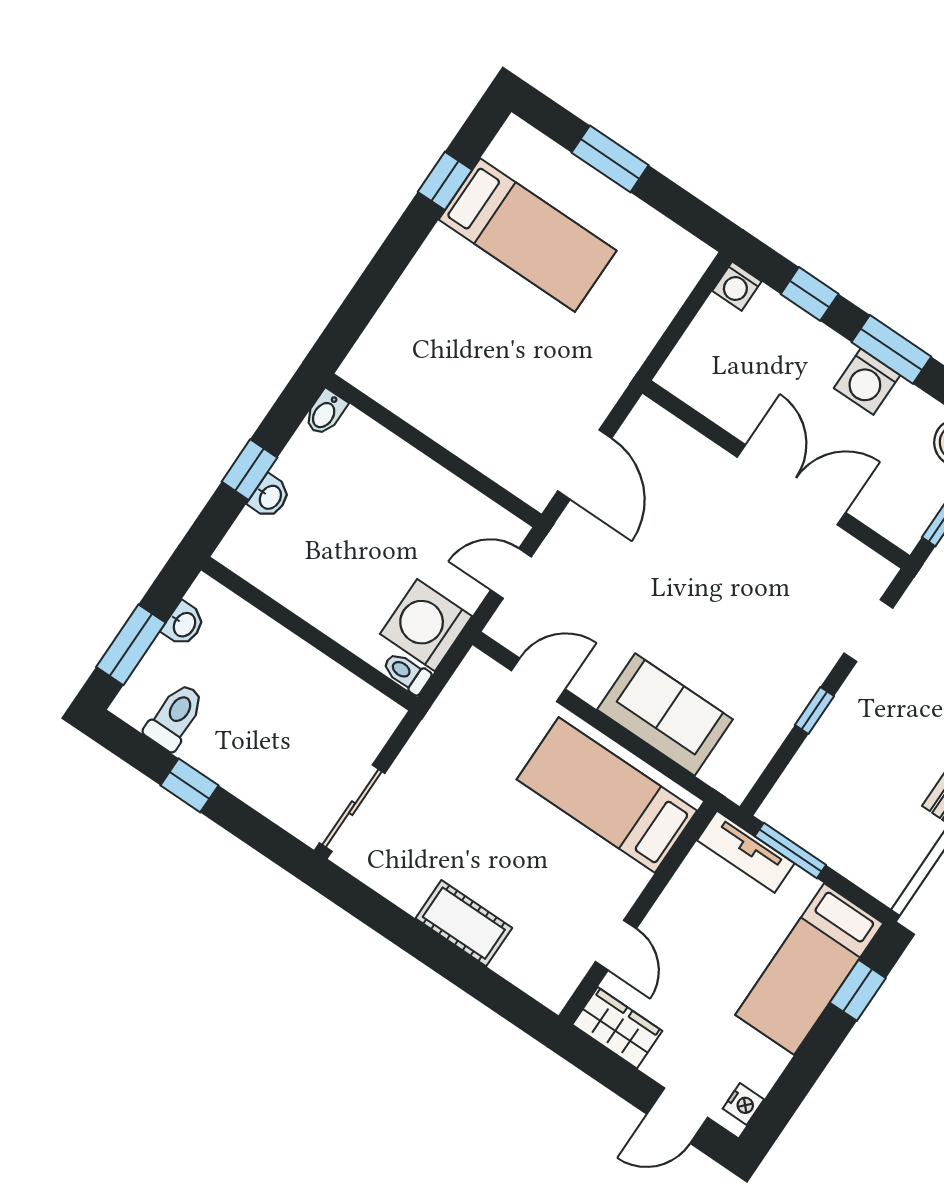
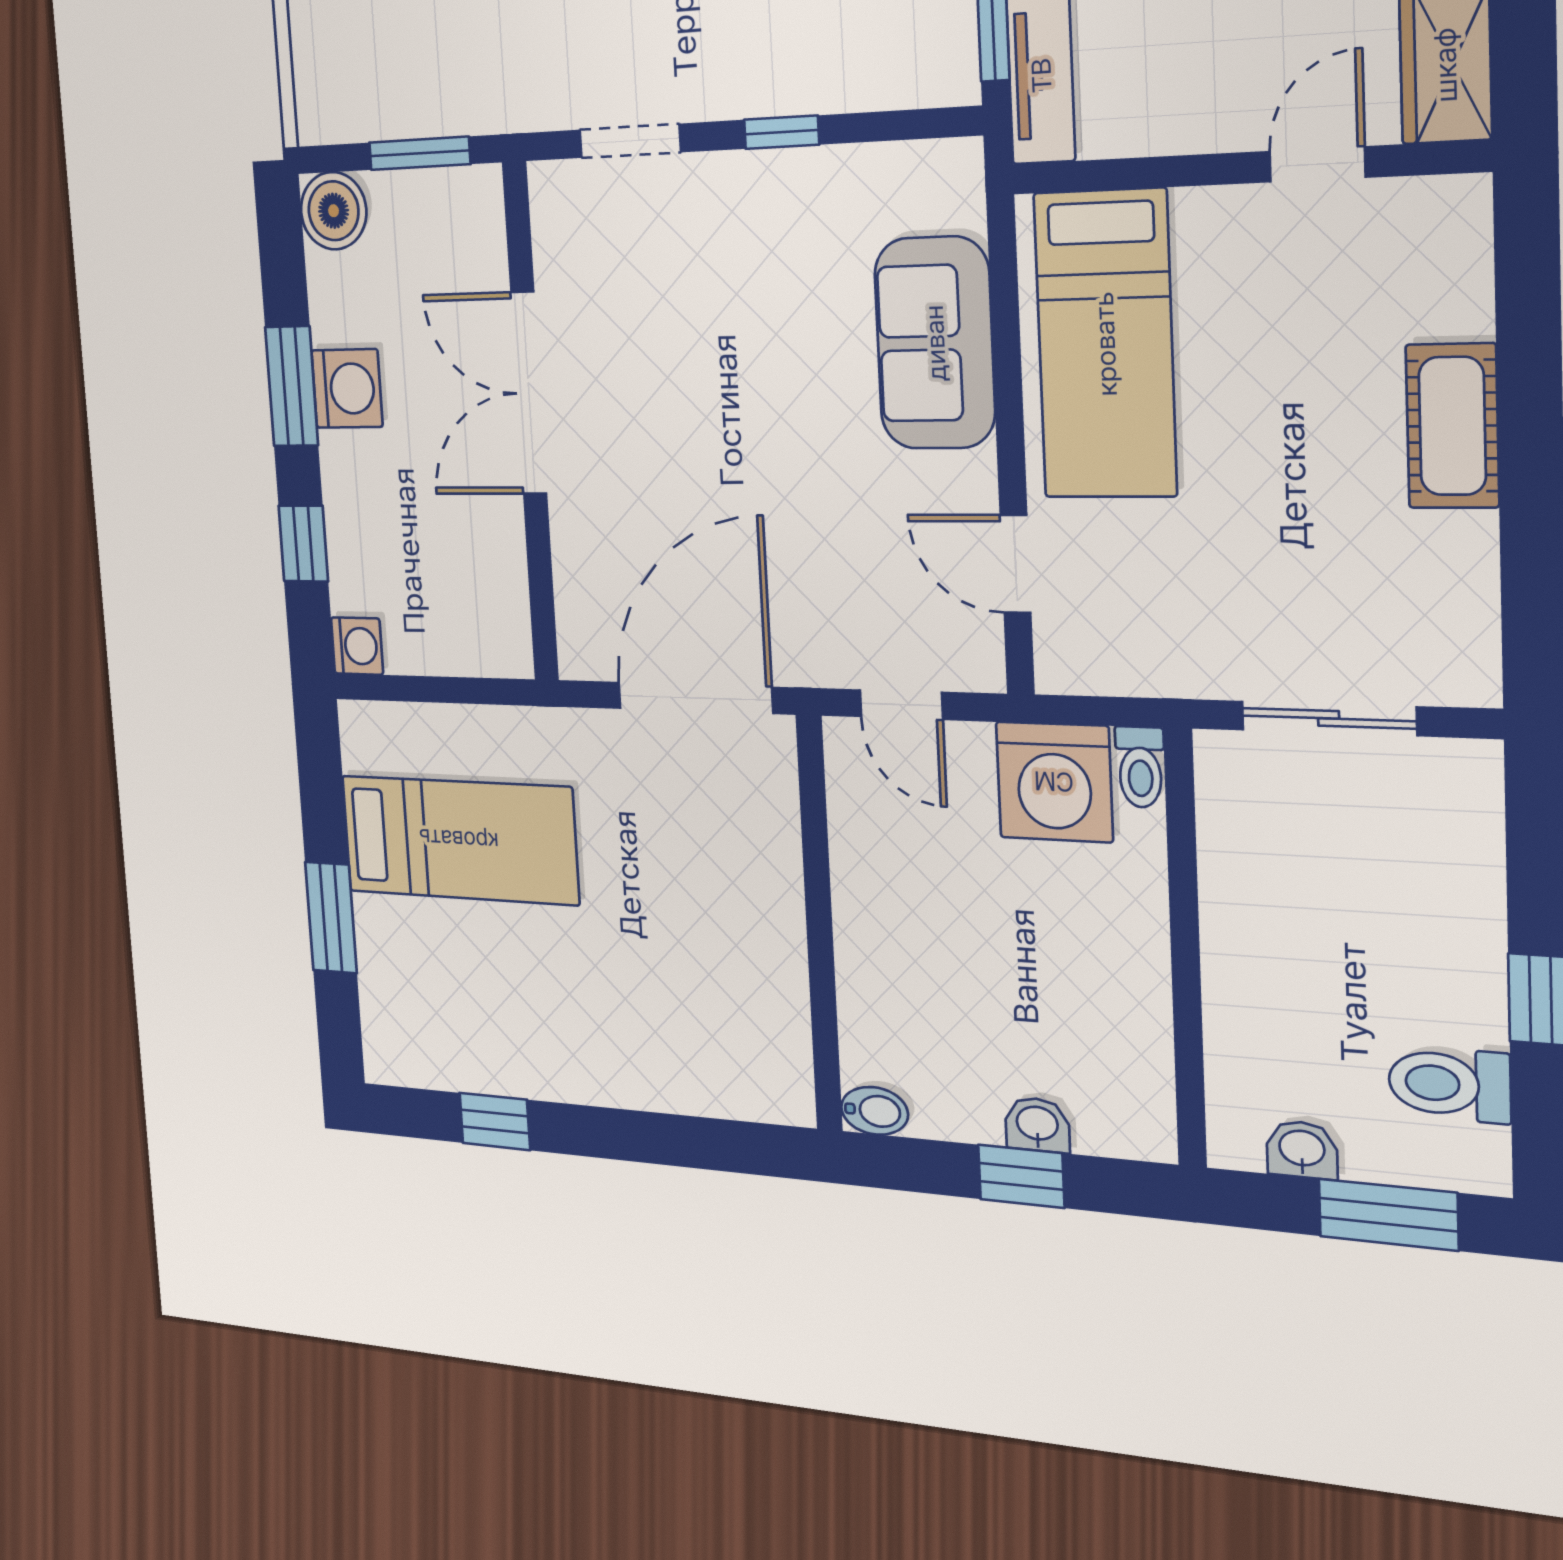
bed: (528, 235) -> (459, 840), moved, turned 90
door: (585, 465) -> (695, 698), width x1.36
sliding door: (352, 808) -> (1329, 718), moved

